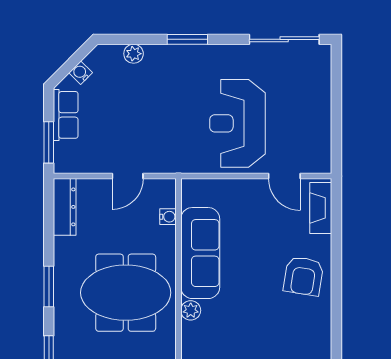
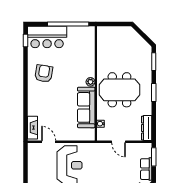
door: (128, 176) -> (119, 142), swing flipped
armchair: (304, 276) -> (44, 73), moved

